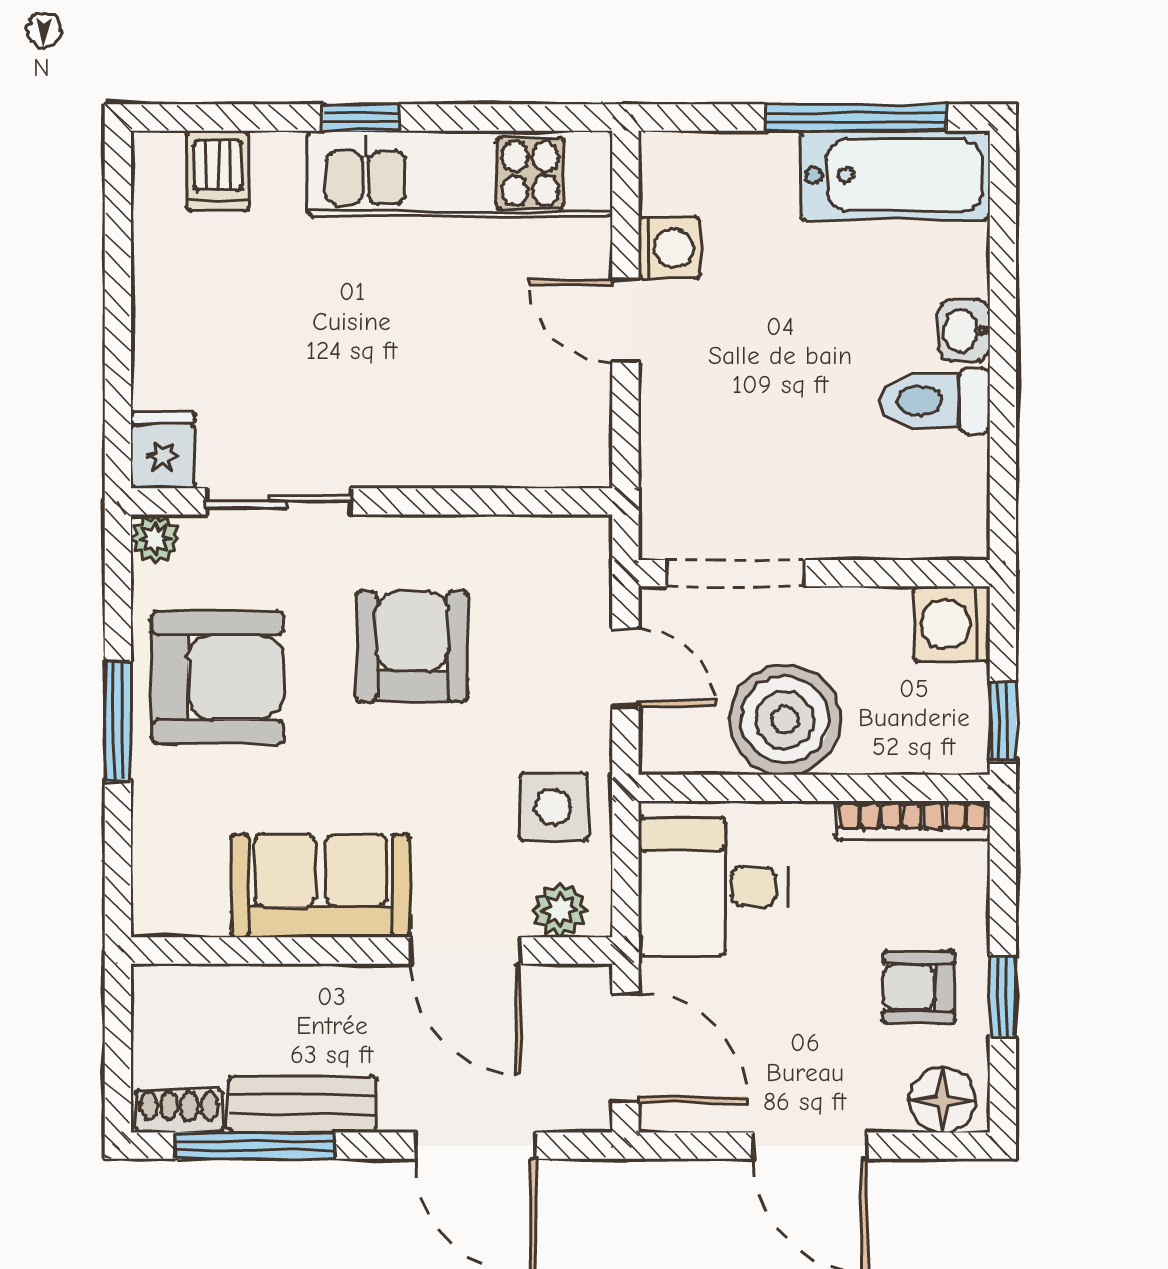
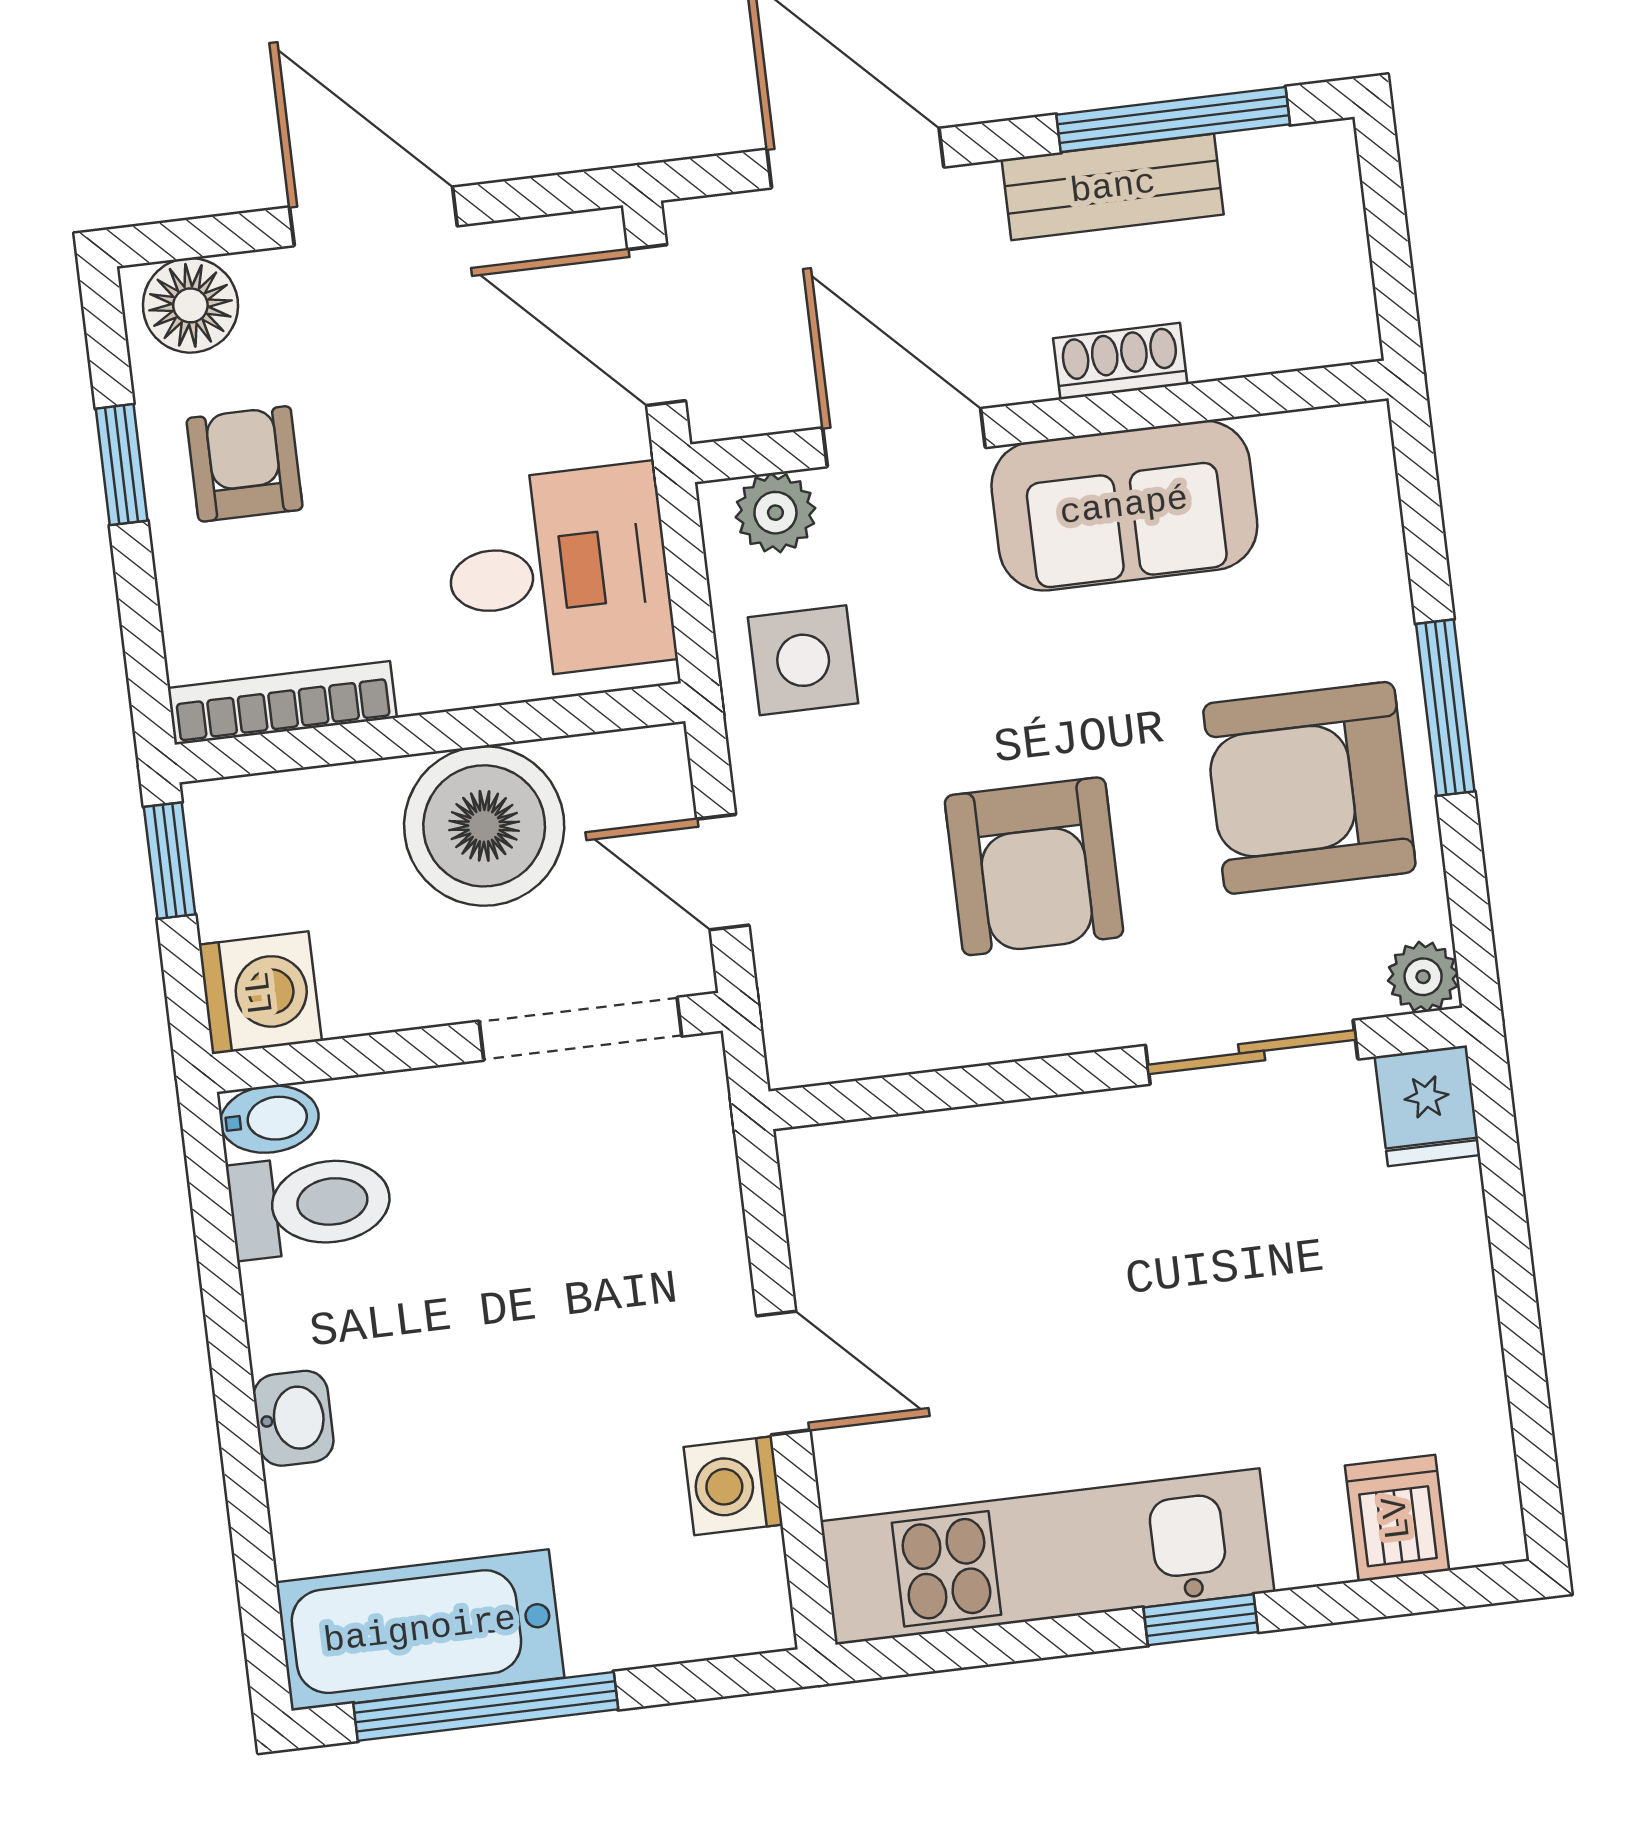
toilet: (935, 401) -> (310, 1204), moved
bidet: (956, 537) -> (269, 1119), added
armchair: (919, 987) -> (245, 464), turned -90
shoe rack: (179, 1111) -> (1120, 361), moved, turned 180

